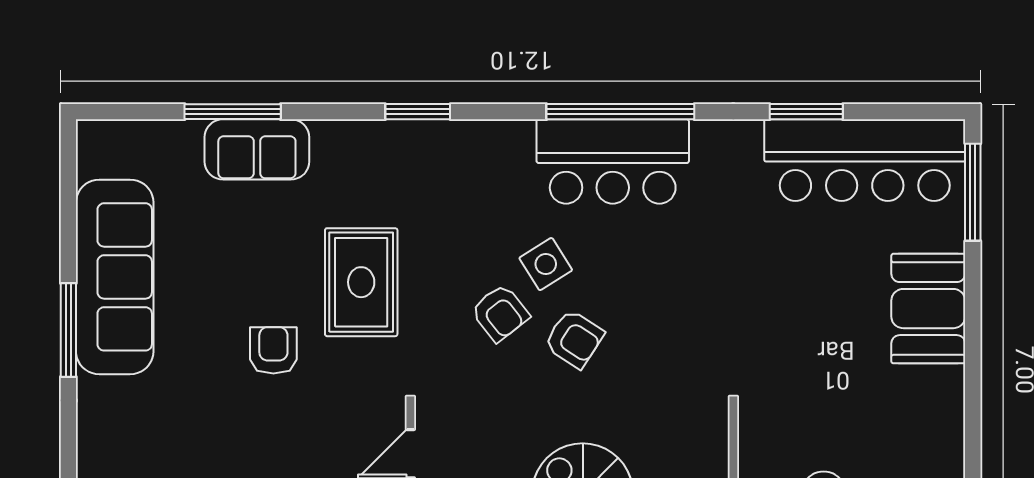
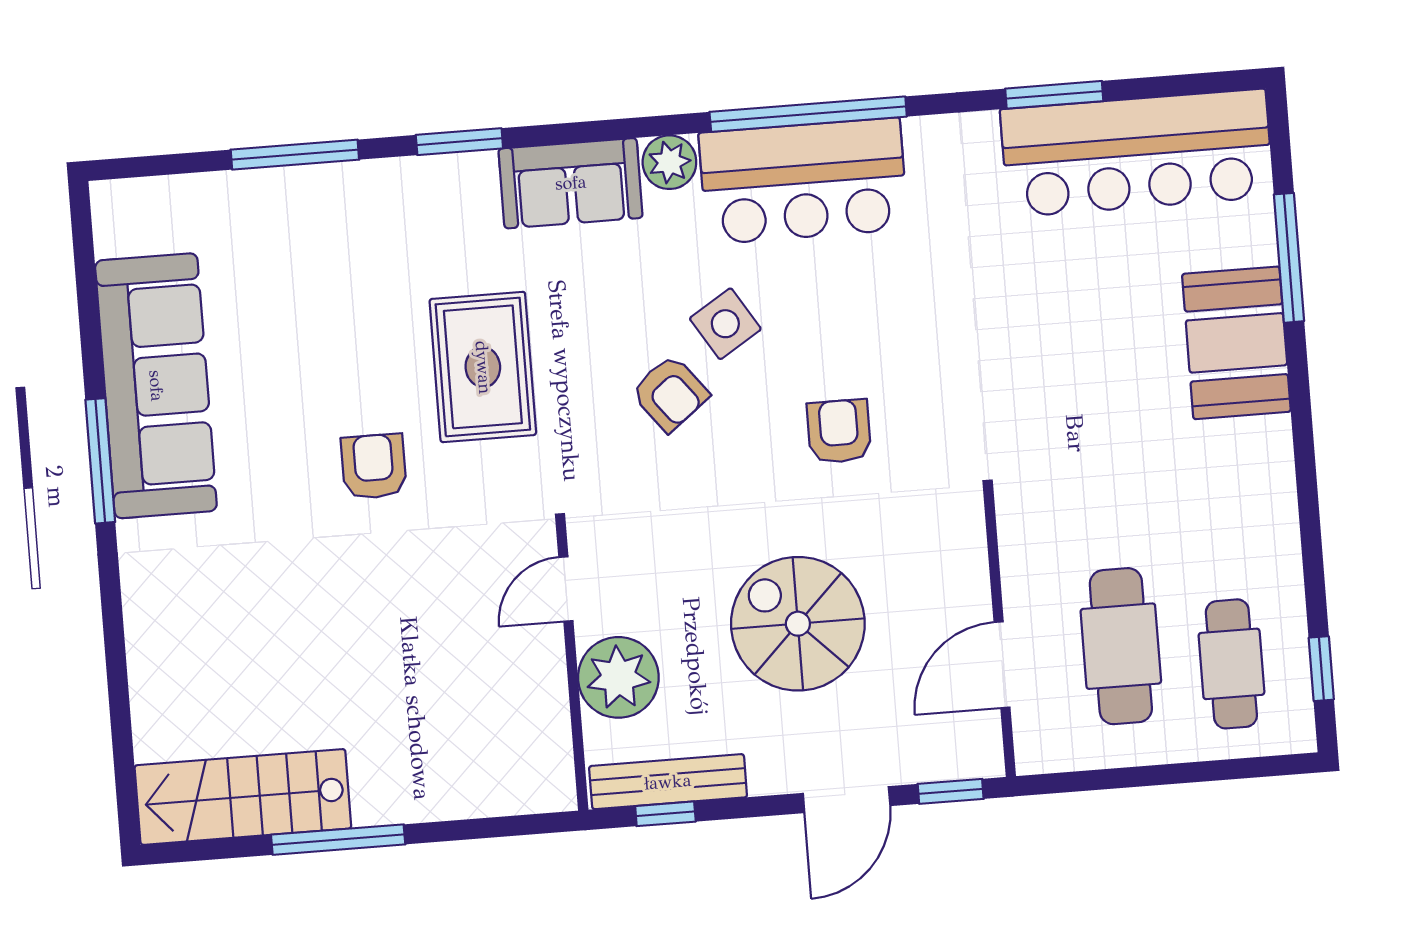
window: (418, 112) -> (459, 142), moved
plant: (513, 139) -> (669, 162), added
sofa: (257, 149) -> (571, 183), moved
window: (973, 192) -> (1289, 258), moved
armchair: (574, 339) -> (839, 431), moved, turned -123

